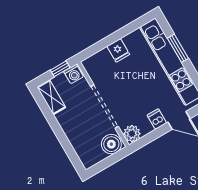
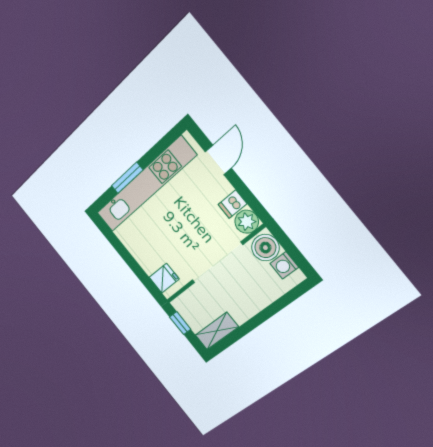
fridge: (118, 50) -> (164, 278), moved
washing machine: (74, 74) -> (284, 265), moved, turned 180
dishwasher: (157, 119) -> (233, 204), moved

